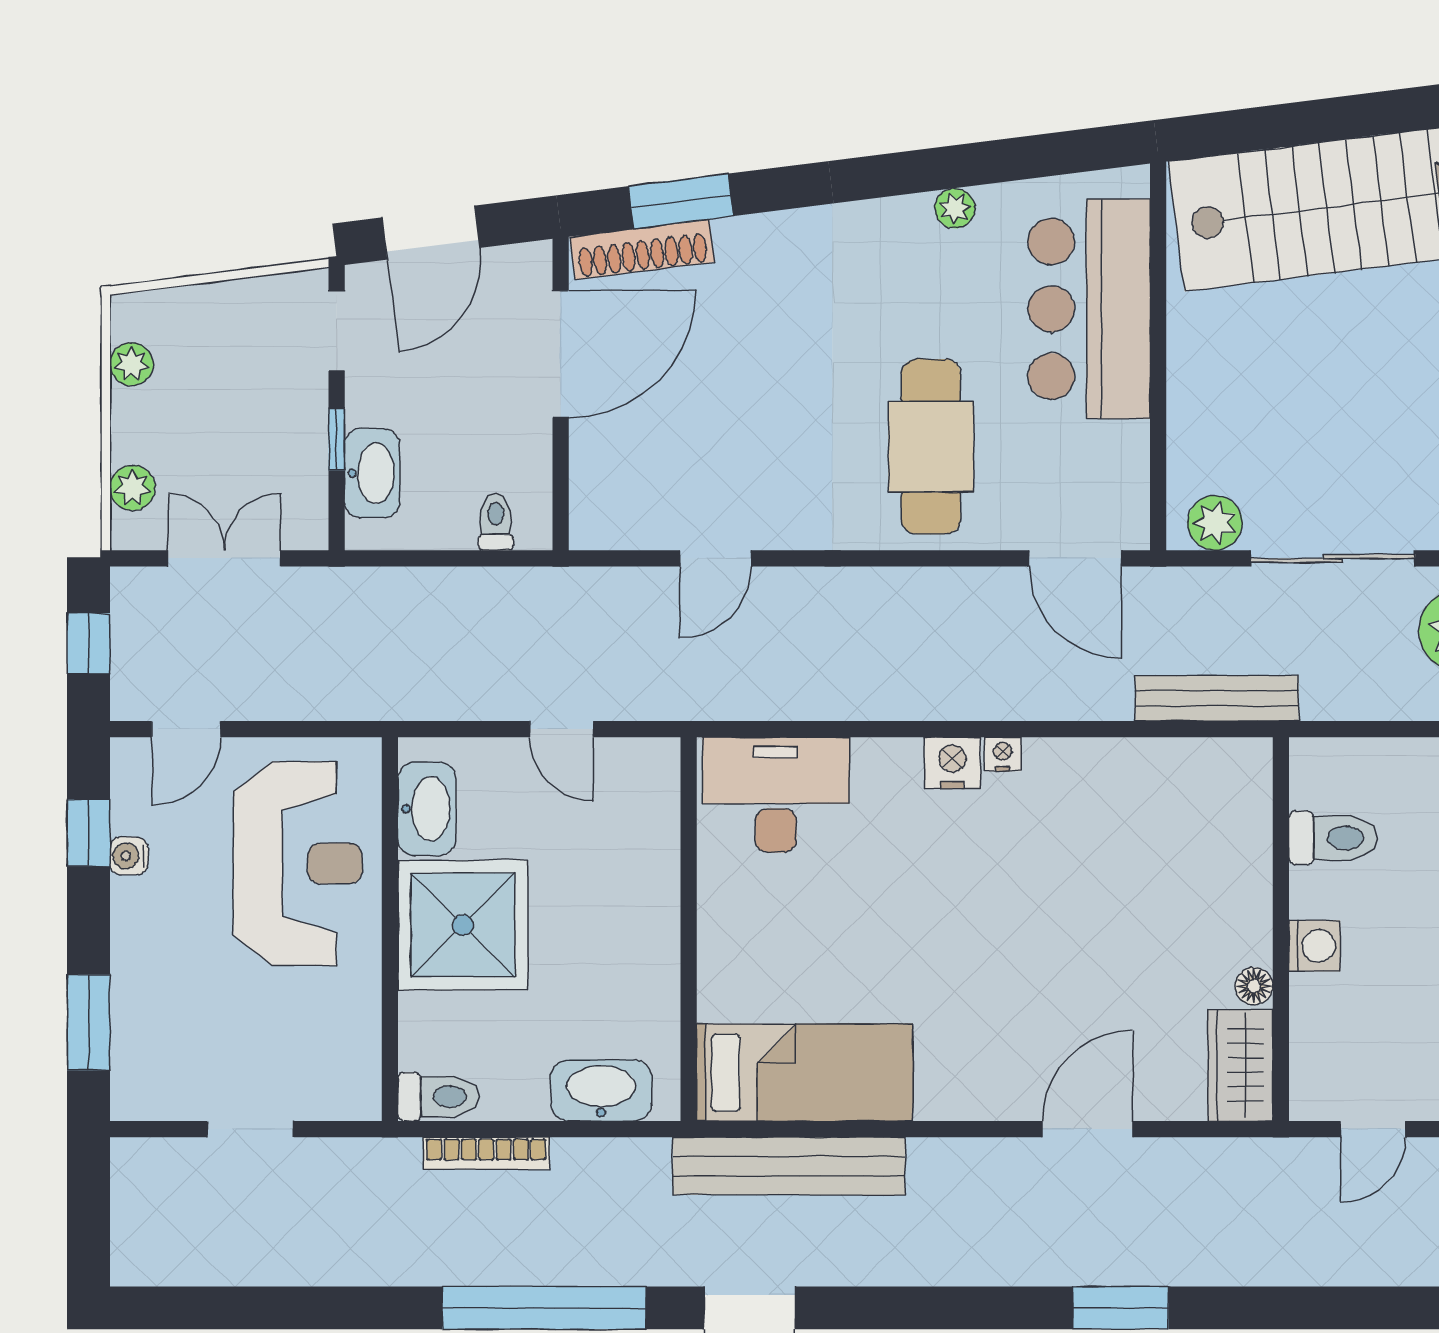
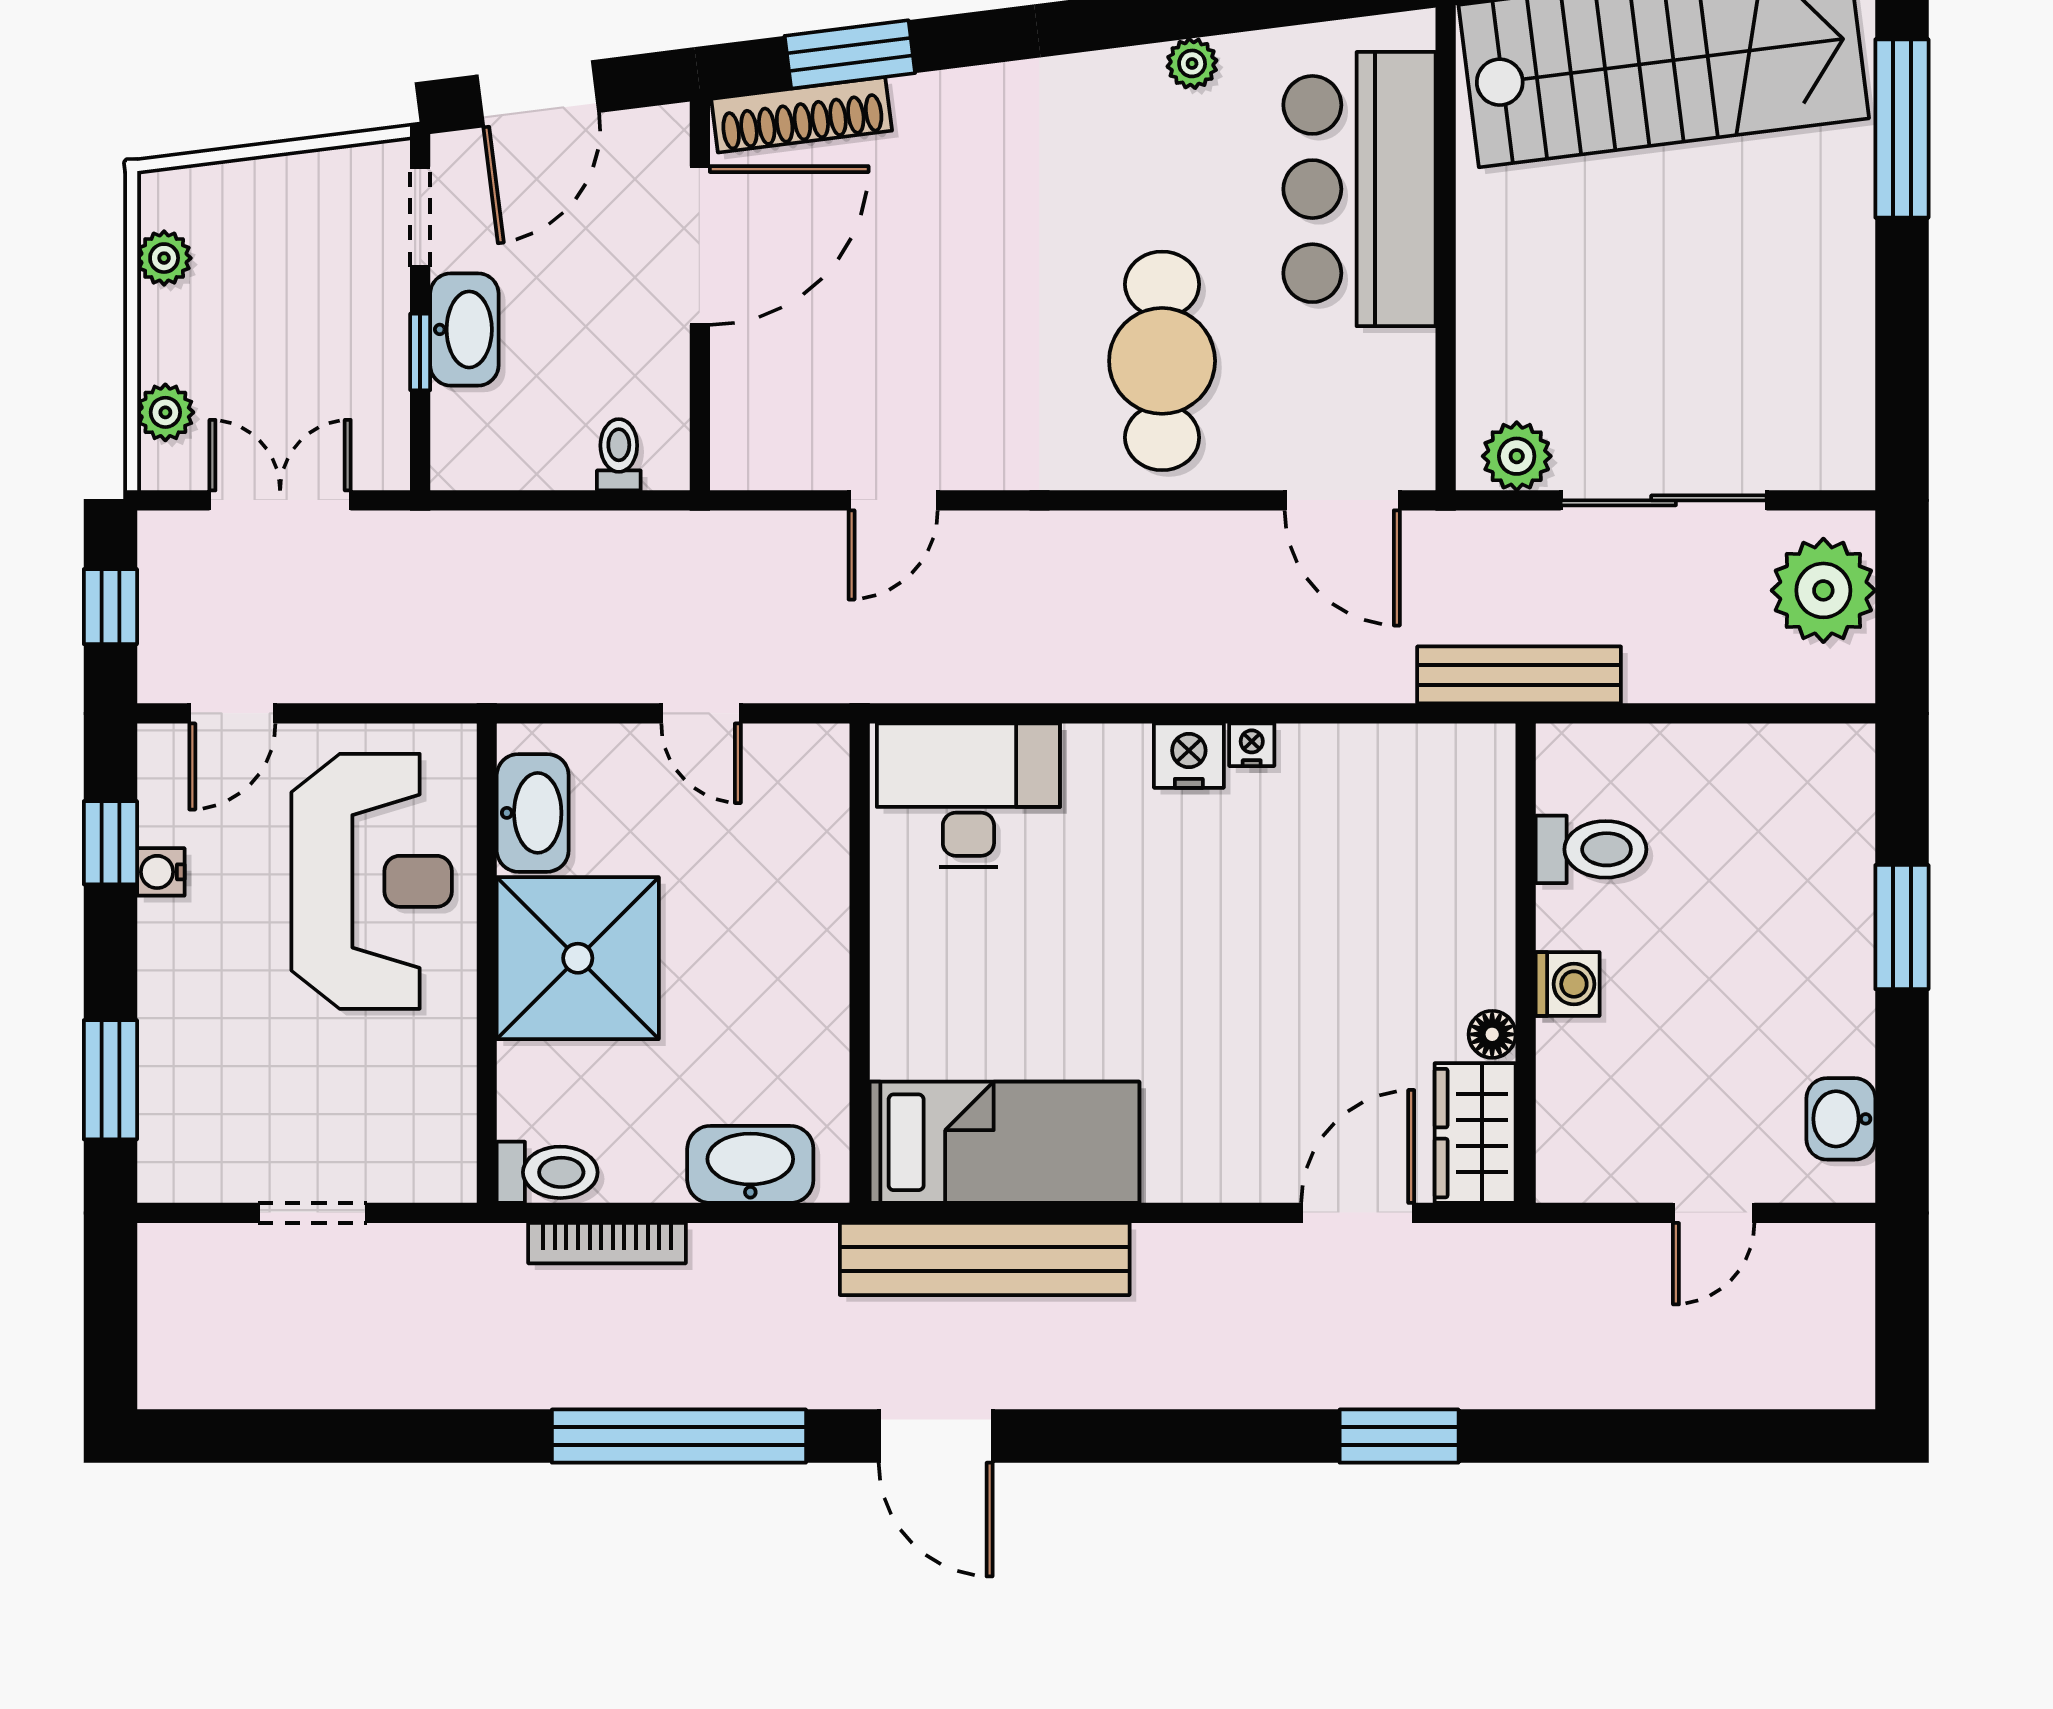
washbasin: (372, 473) -> (464, 329), moved
toilet: (1333, 838) -> (1591, 849), moved
wall: (1281, 929) -> (1526, 963), moved
washing machine: (1314, 946) -> (1568, 984), moved
floor lamp: (1254, 986) -> (1492, 1034), moved
wardrobe: (1240, 1065) -> (1475, 1133), moved

